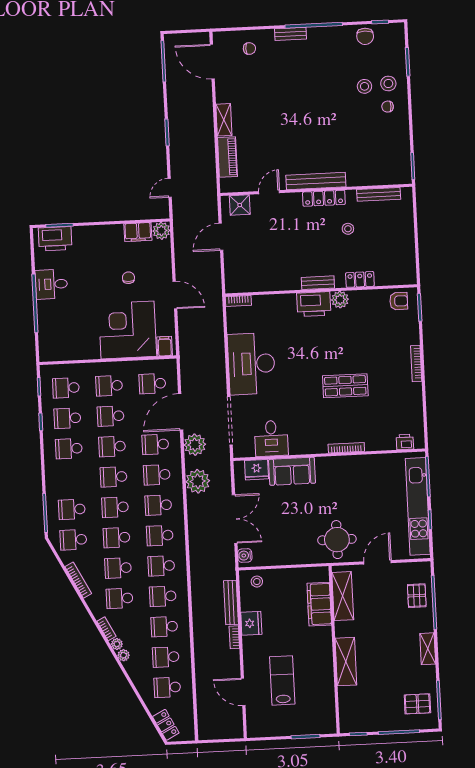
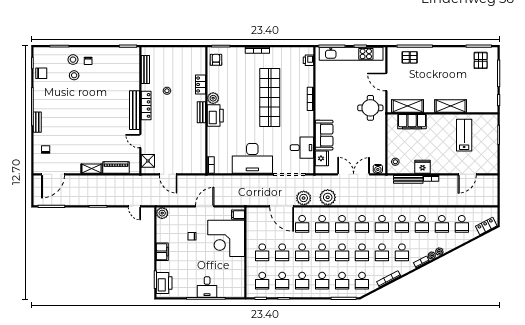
filing cabinet: (138, 232) -> (162, 252), moved
desk: (51, 284) -> (207, 287), moved
school desk: (152, 384) -> (322, 281), moved
shop shelf: (345, 386) -> (270, 97), width x2.00, depth x1.36
shelving: (428, 649) -> (445, 52), removed
lab bench: (282, 680) -> (464, 135), moved, turned 90

